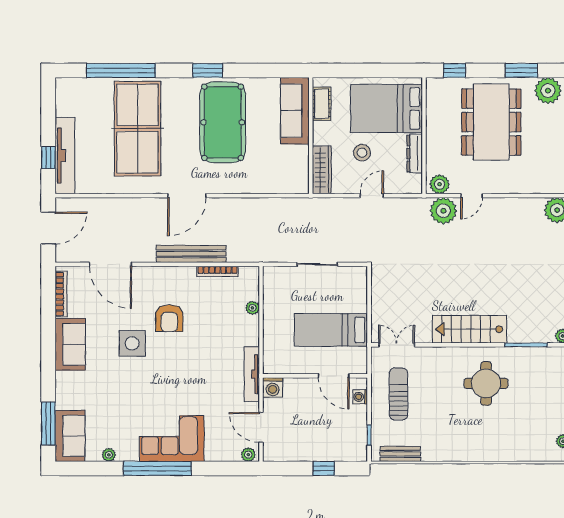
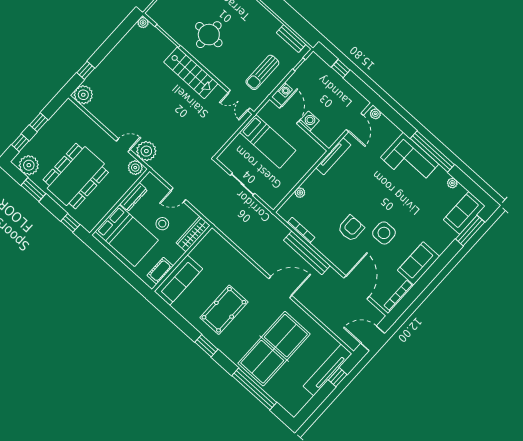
pool table: (223, 122) -> (224, 310), width x0.73, depth x0.76
washing machine: (273, 387) -> (309, 121), moved

